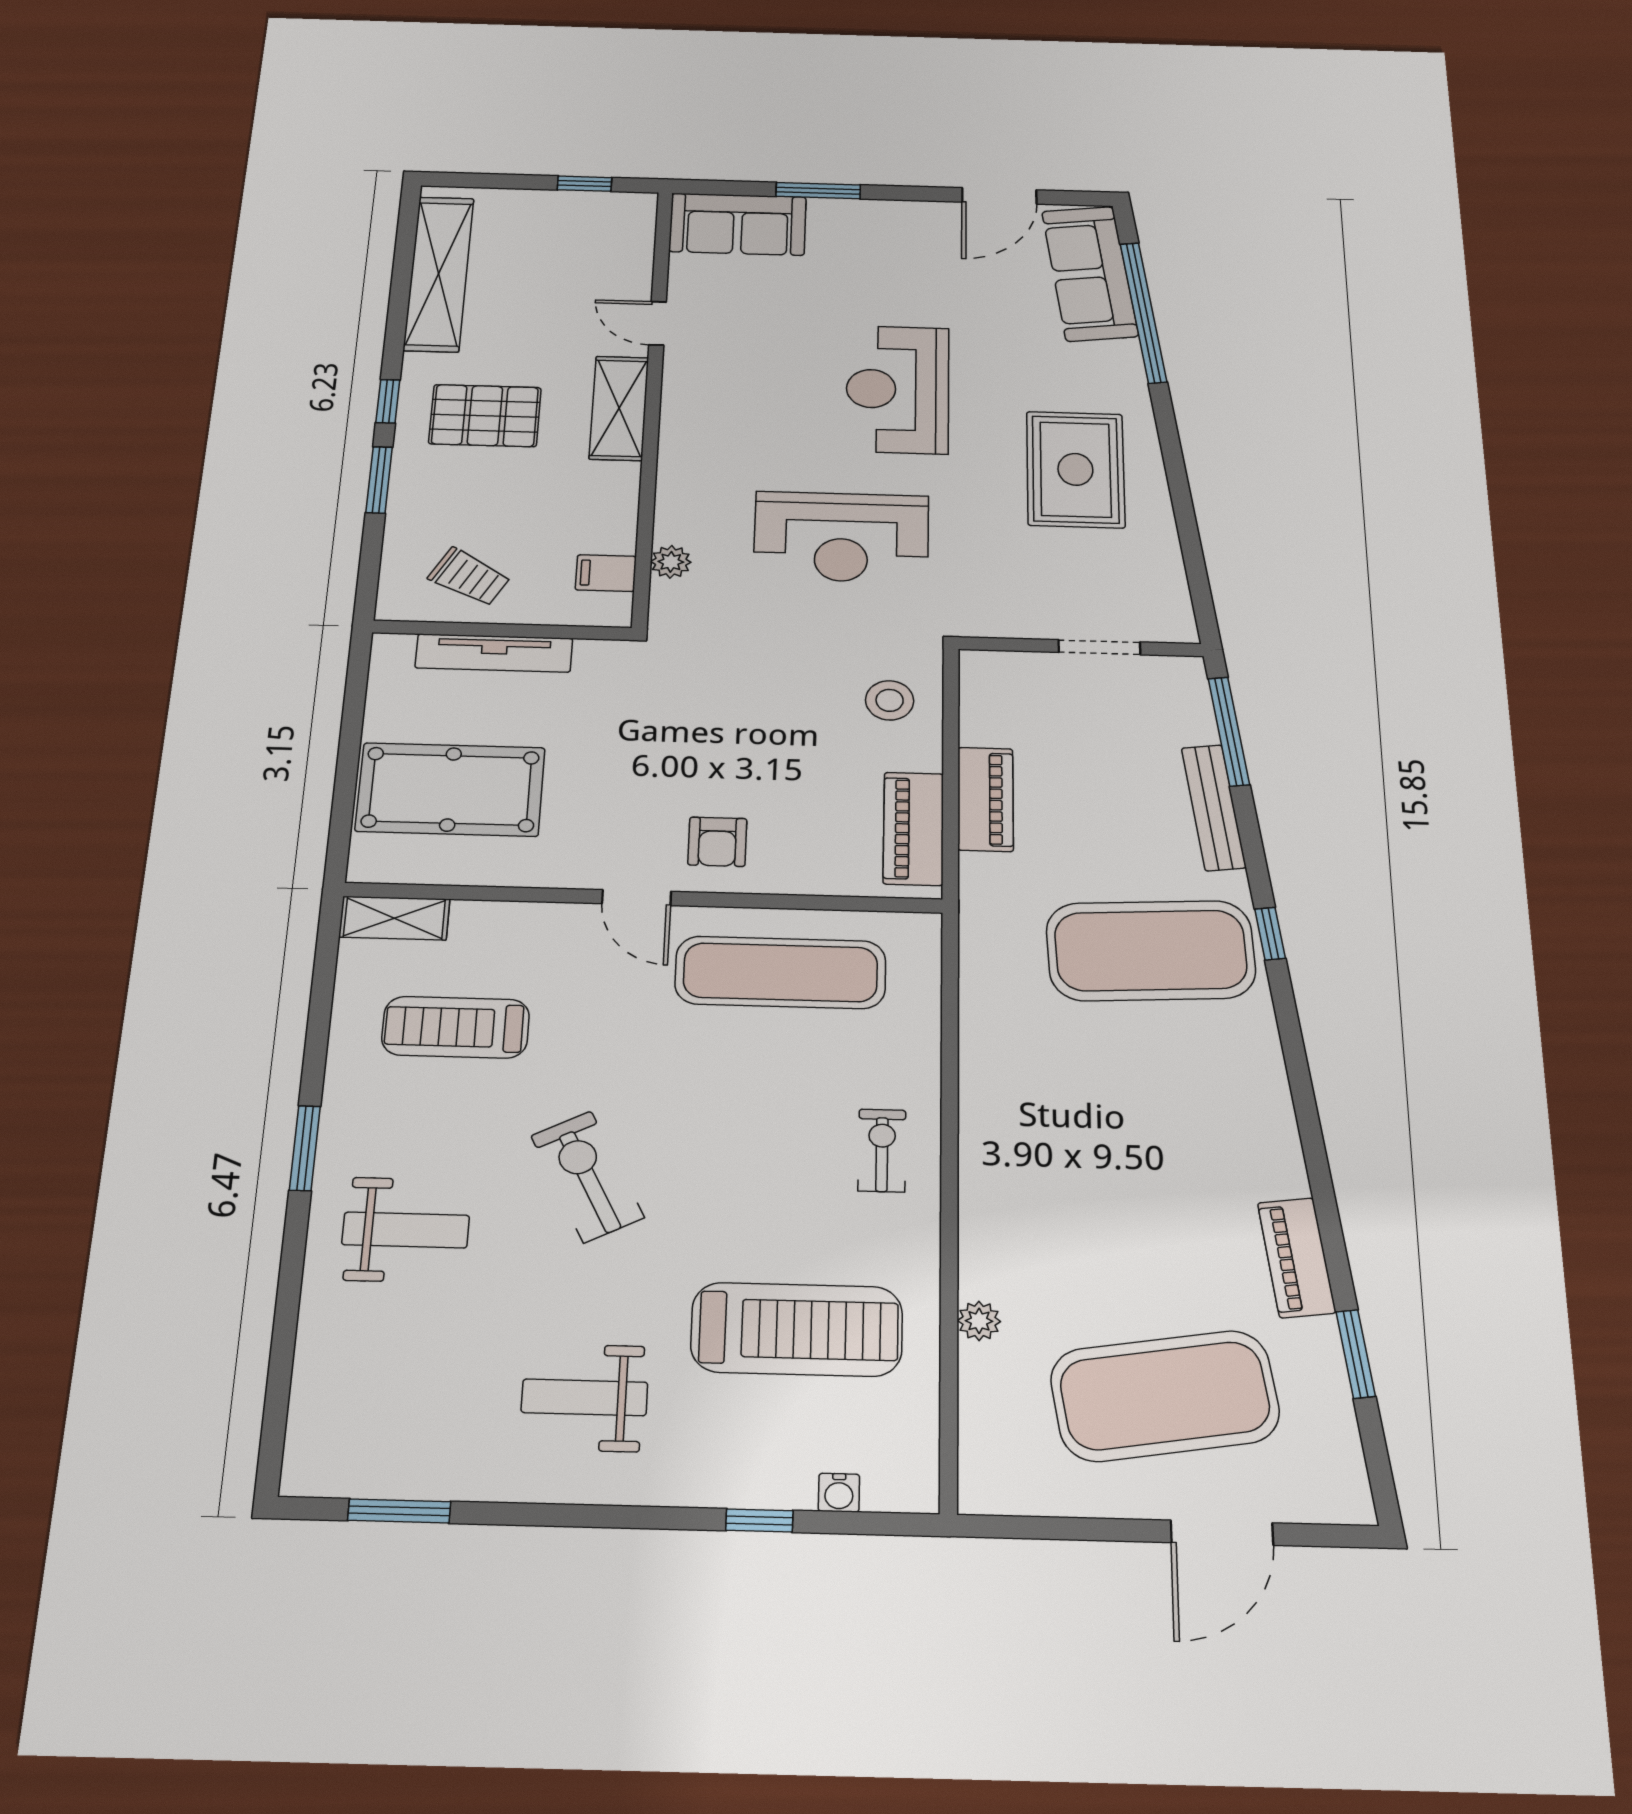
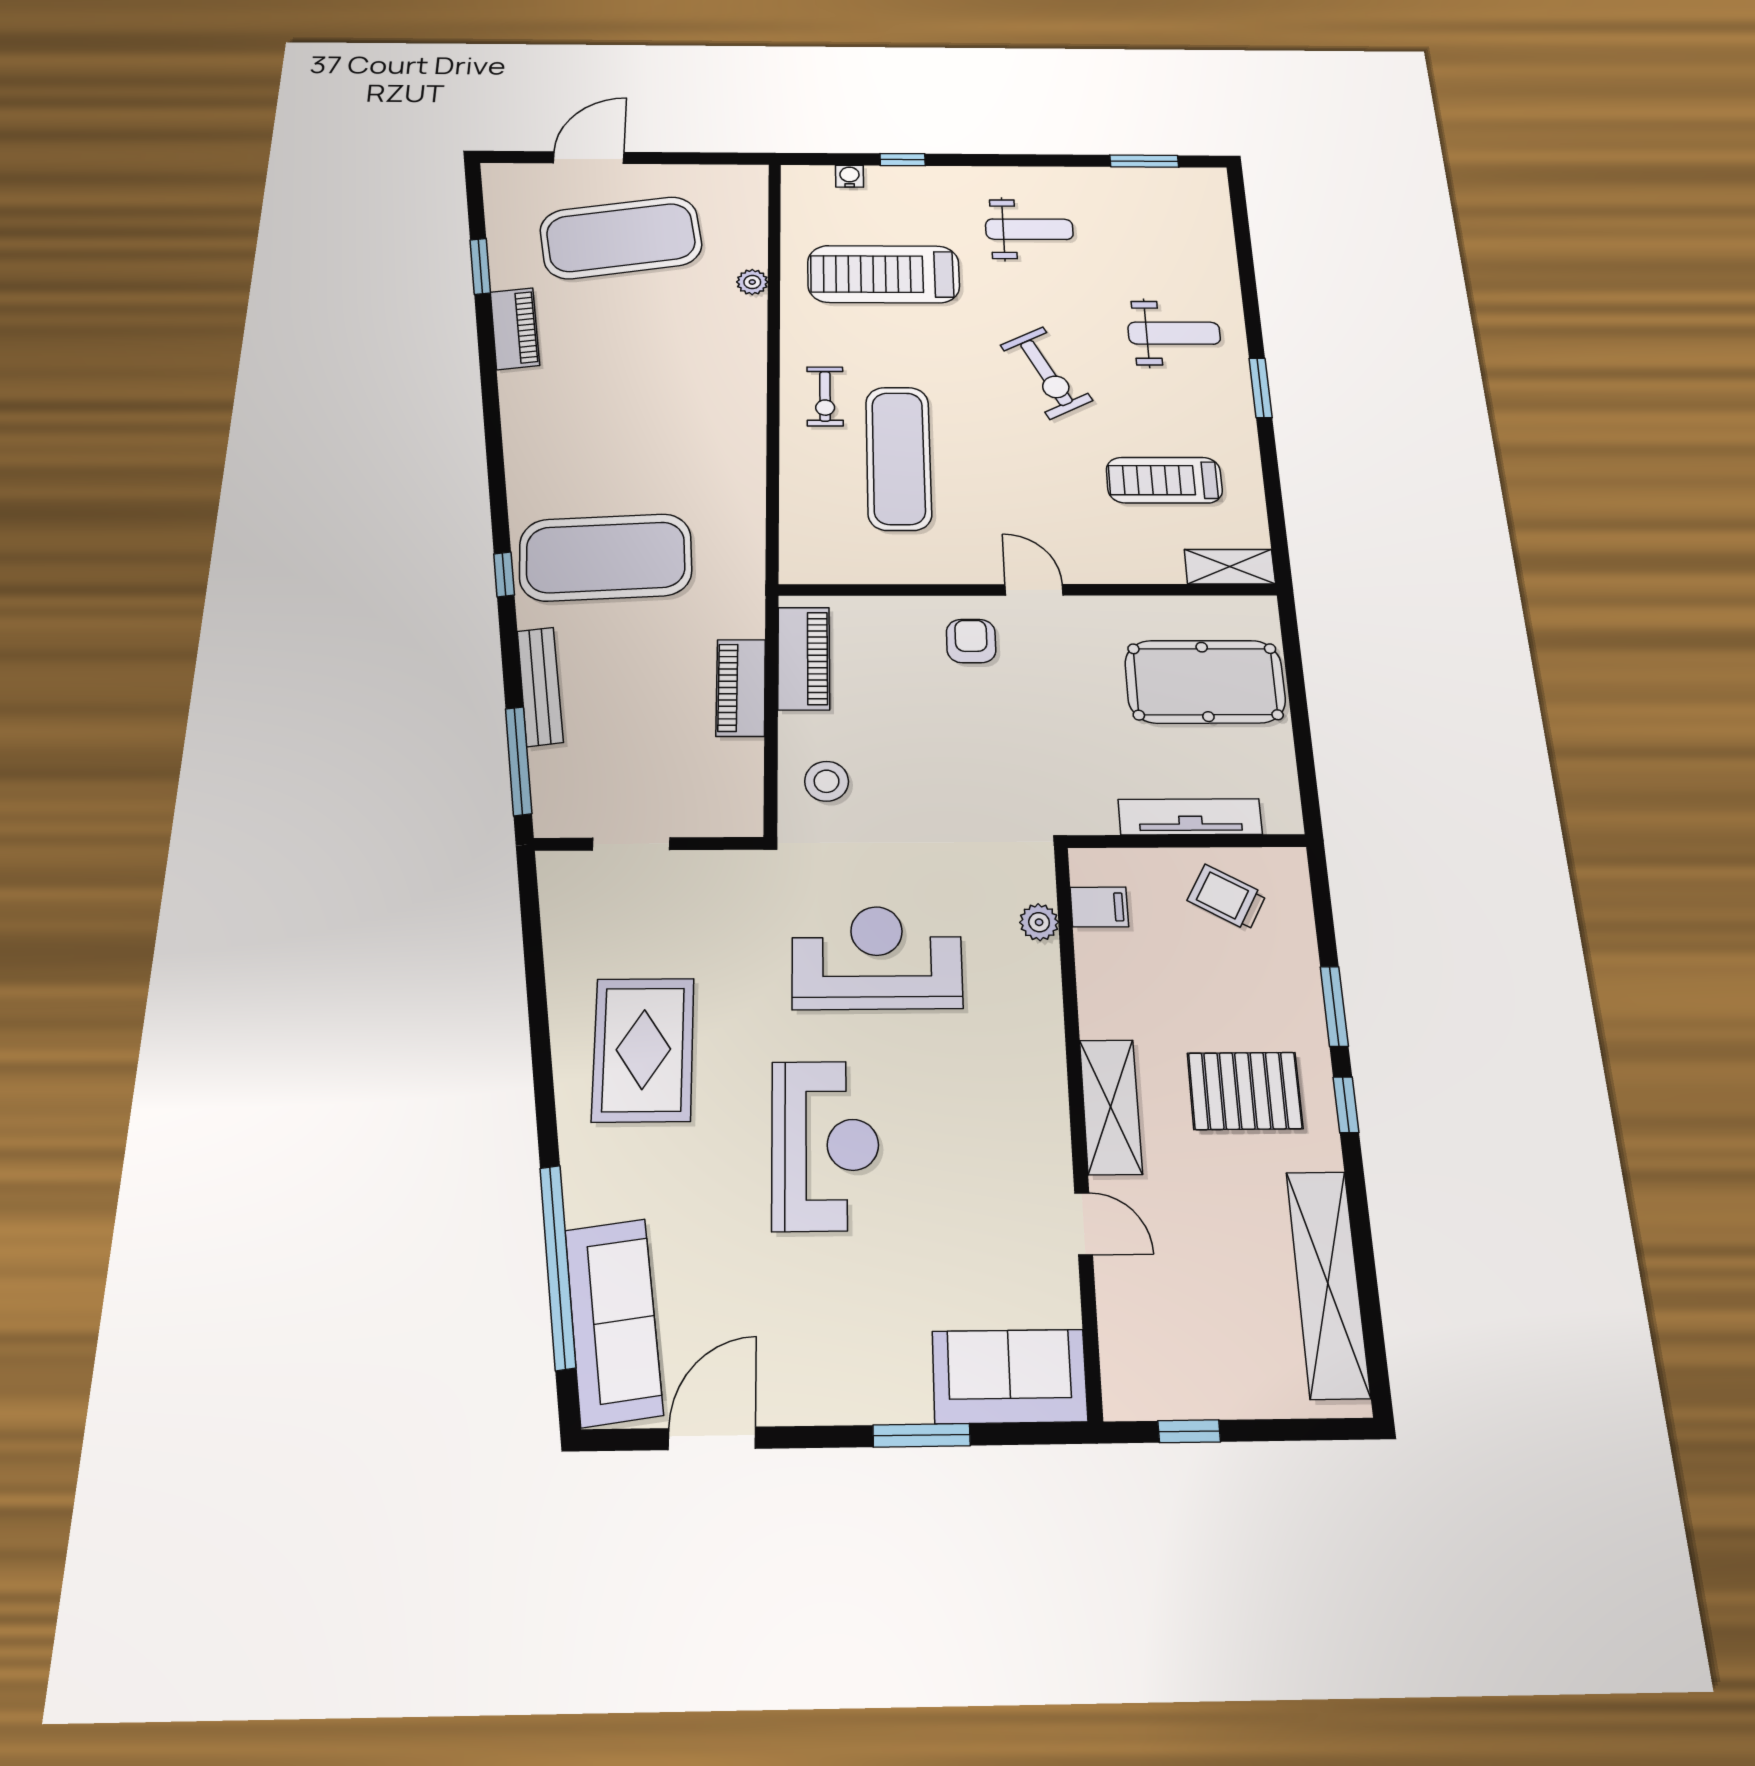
exercise mat: (781, 972) -> (898, 458), moved, turned 90
treadmill: (456, 1027) -> (1164, 480), turned 180
weight bench: (406, 1230) -> (1174, 333), turned 180

